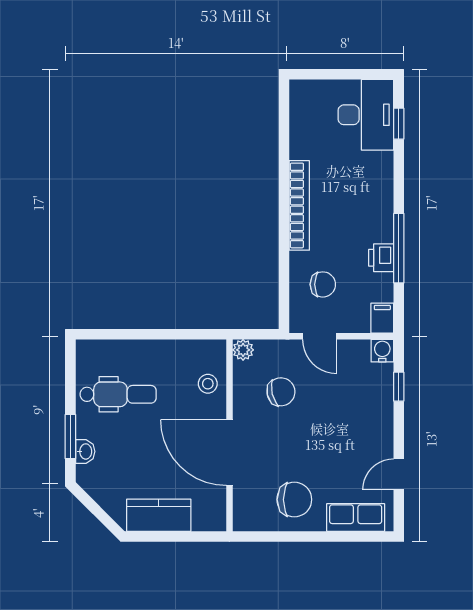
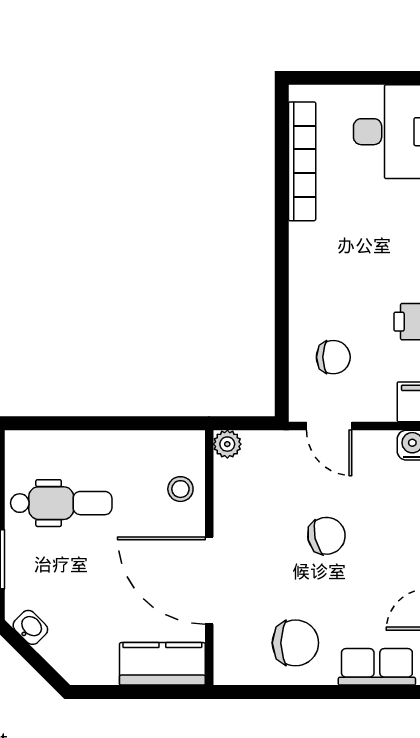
bookcase: (299, 205) -> (302, 161), moved
chair: (281, 392) -> (326, 536), moved
washbasin: (85, 451) -> (30, 627), moved, turned -45
kitchen counter: (159, 515) -> (162, 664), moved

